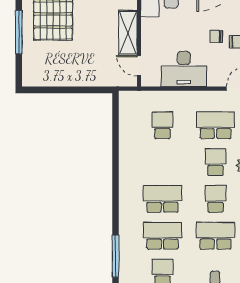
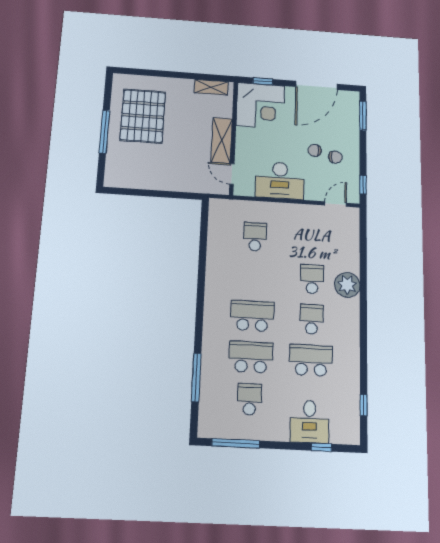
school desk: (215, 125) -> (313, 240), removed

